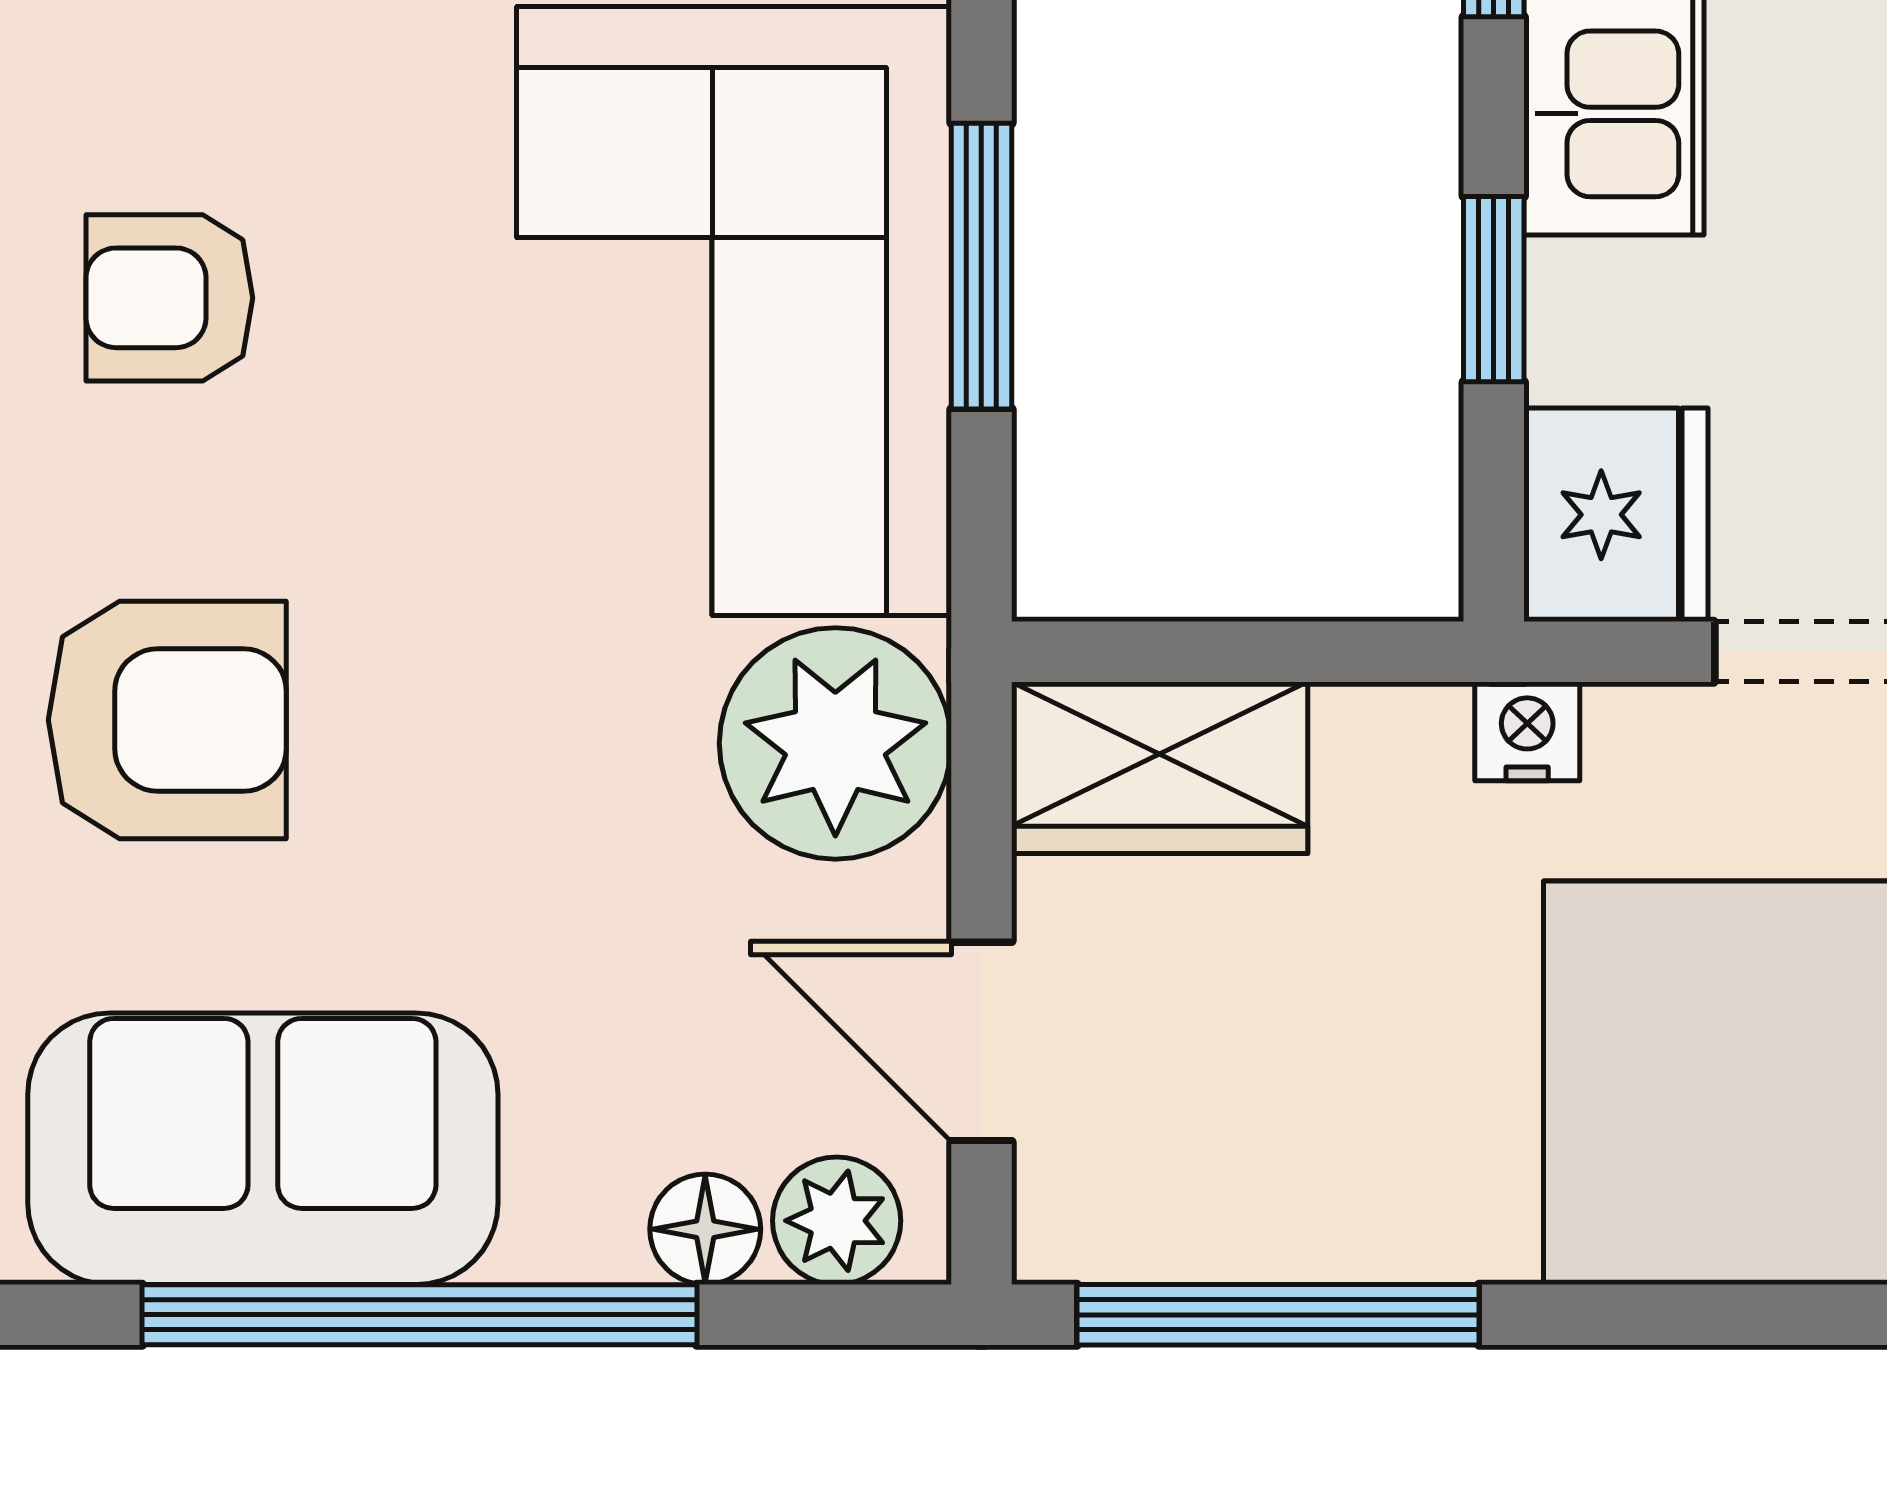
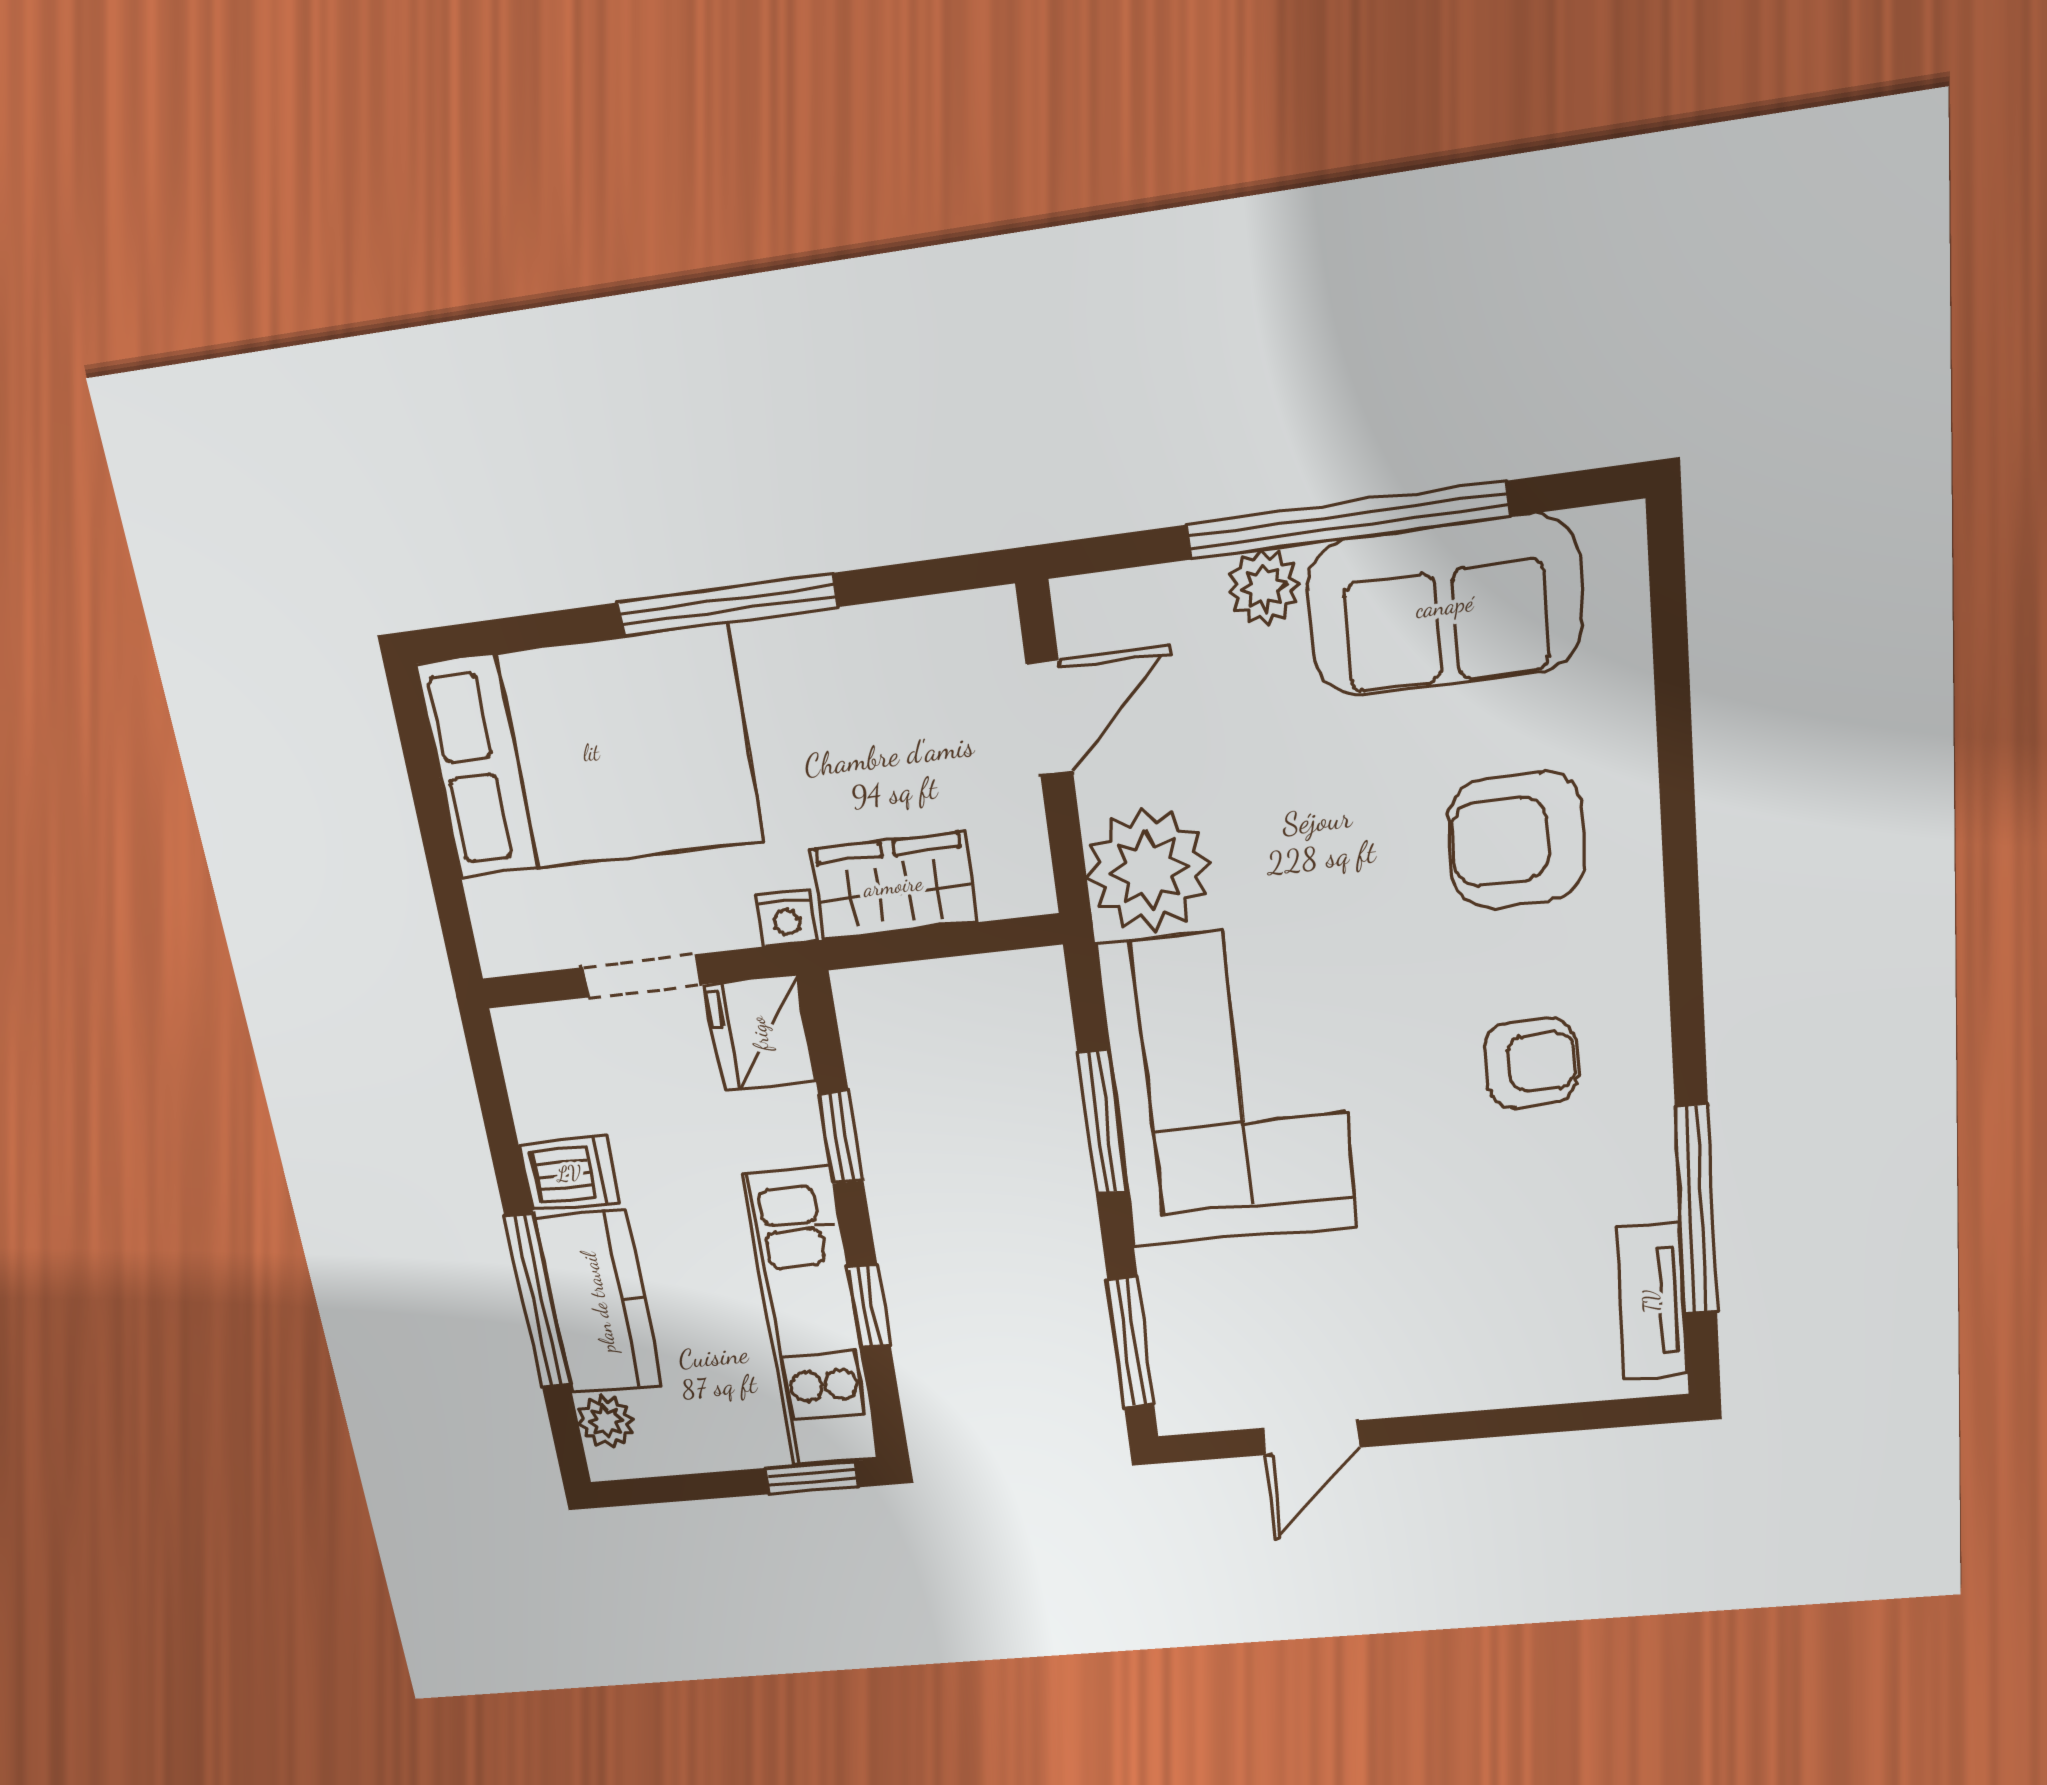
wardrobe: (1160, 768) -> (893, 886), moved
door: (981, 1042) -> (1049, 718), hinge flipped
plant: (837, 1221) -> (1264, 587), moved
floor lamp: (705, 1229) -> (1189, 592), removed
window: (1278, 1315) -> (727, 605), moved

